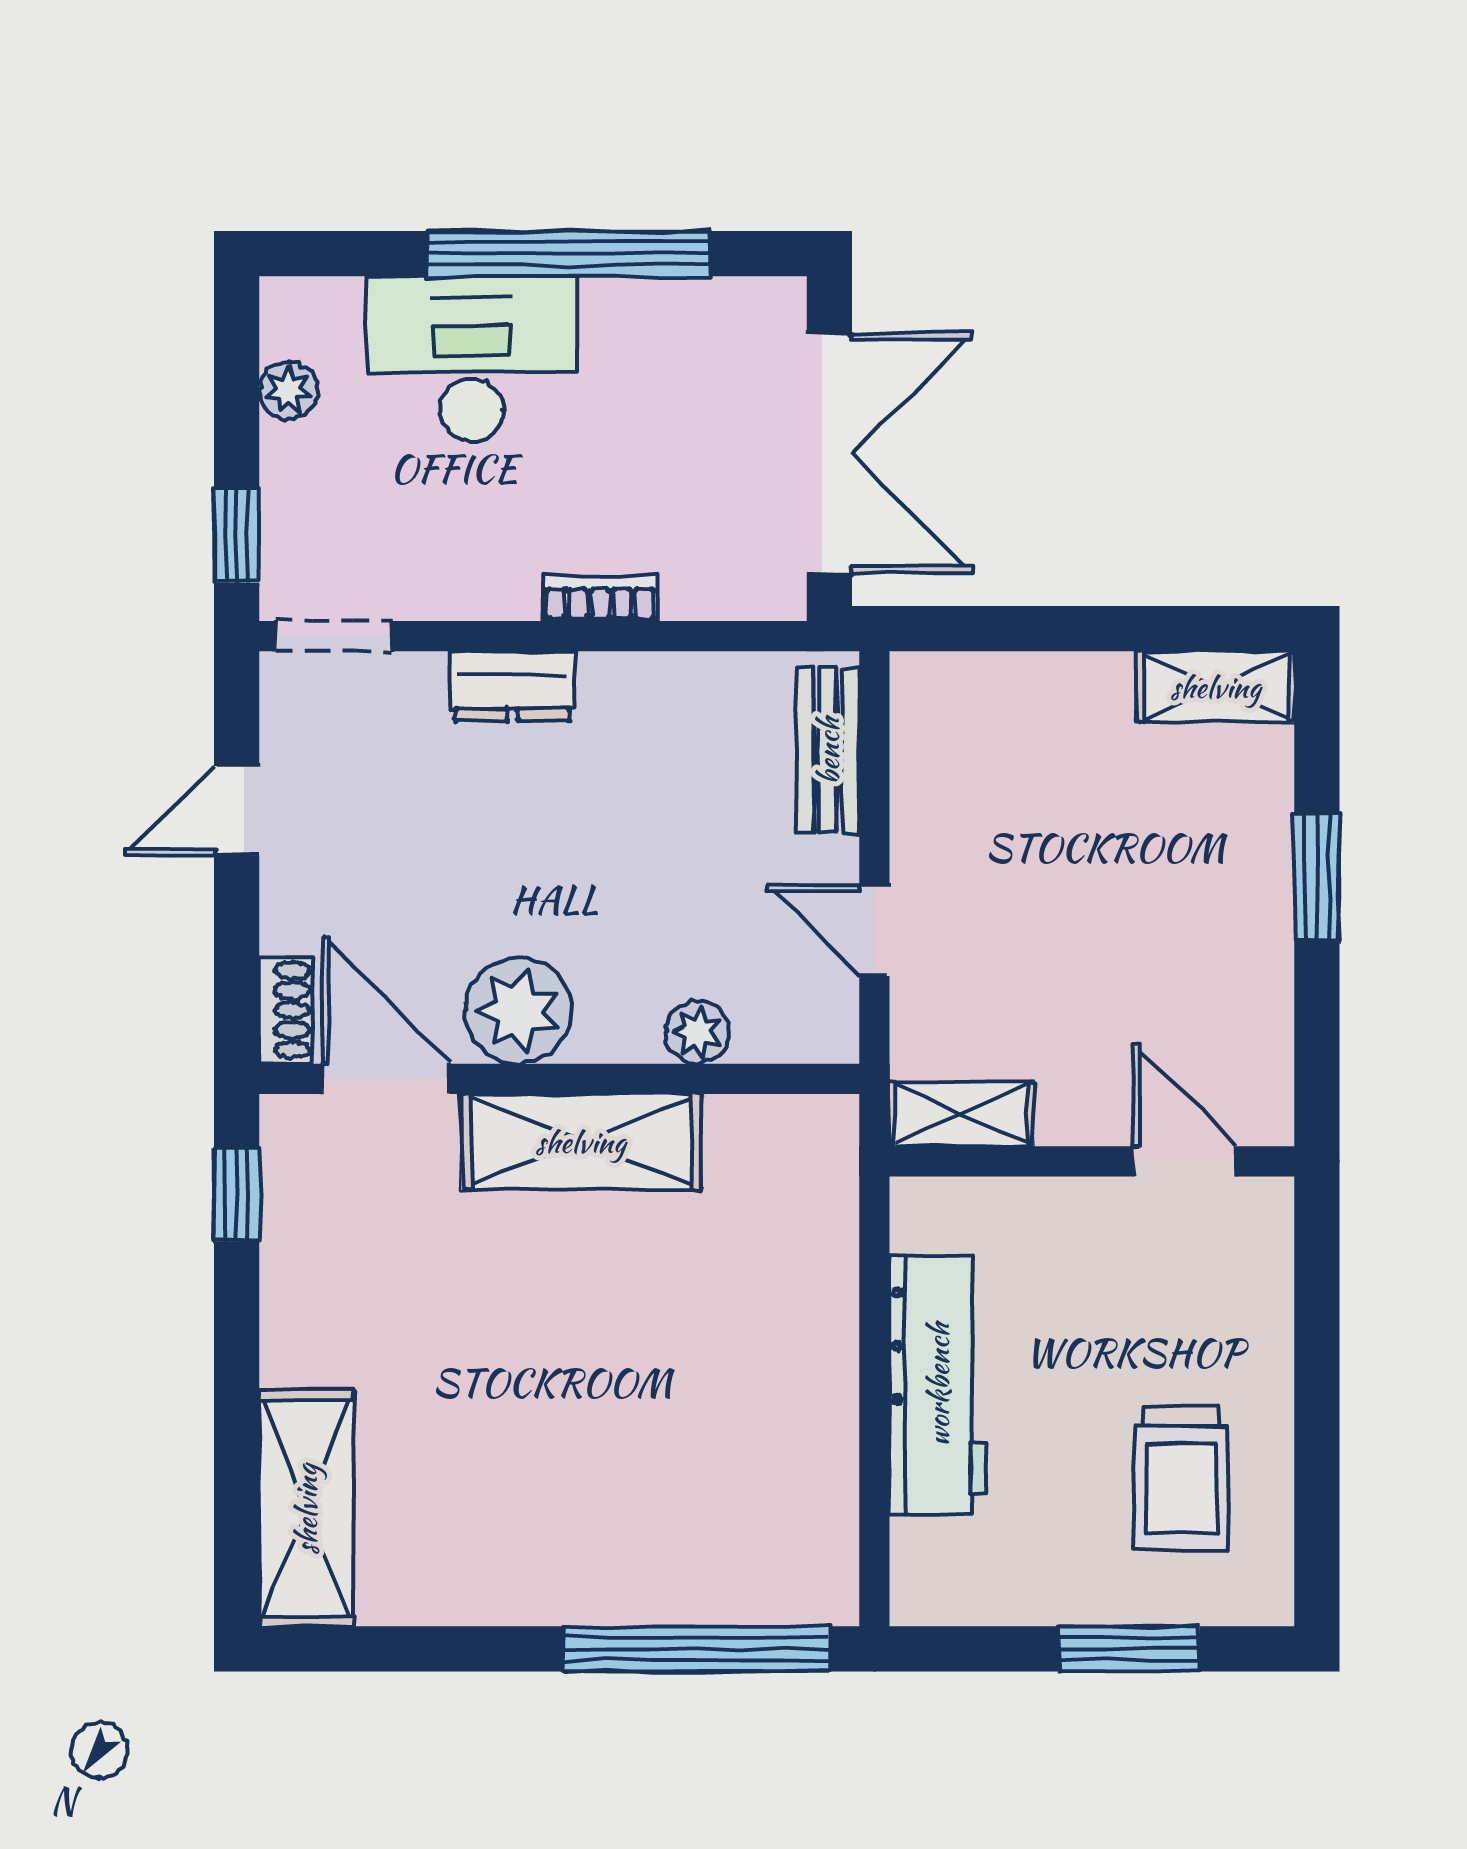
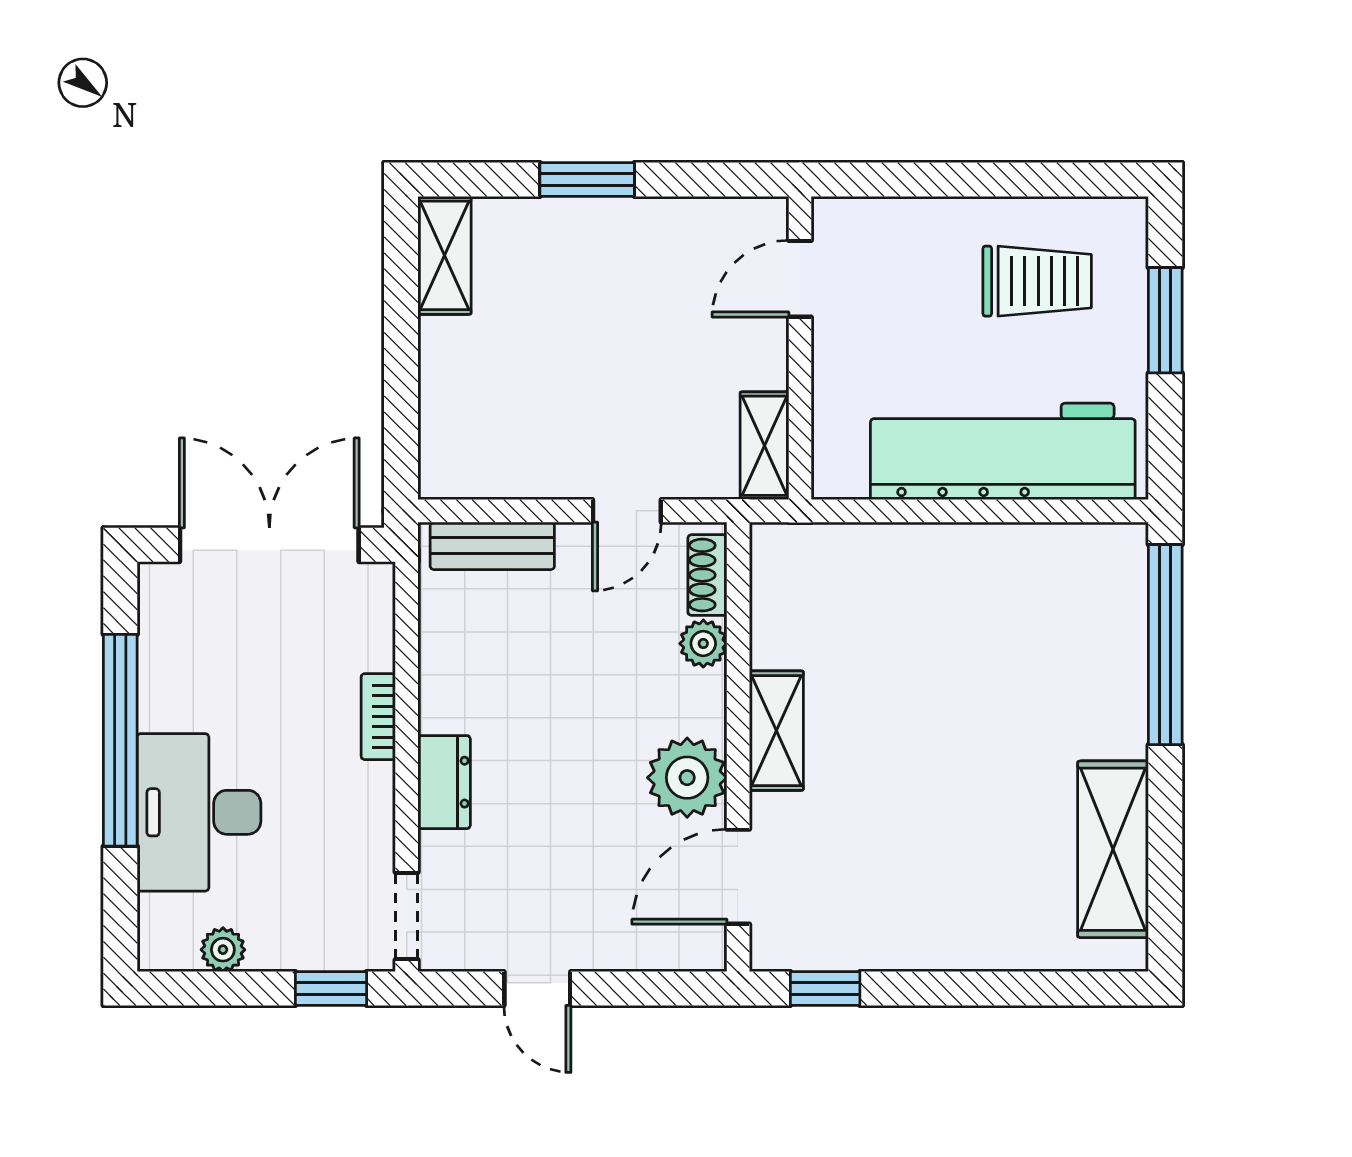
shoe rack: (285, 1010) -> (707, 575), moved, turned -90
shelving: (581, 1142) -> (776, 731), width x0.67, depth x0.75
workbench: (938, 1385) -> (1003, 451), width x1.36, depth x1.32
shelving: (306, 1509) -> (1113, 849), moved, turned 90

